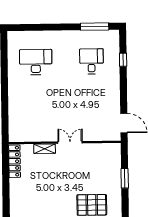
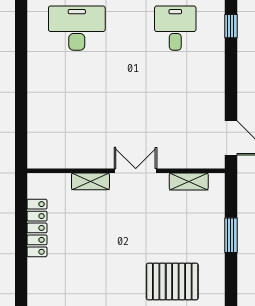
shelving: (100, 148) -> (189, 181), added
locker: (15, 161) -> (37, 228), moved

